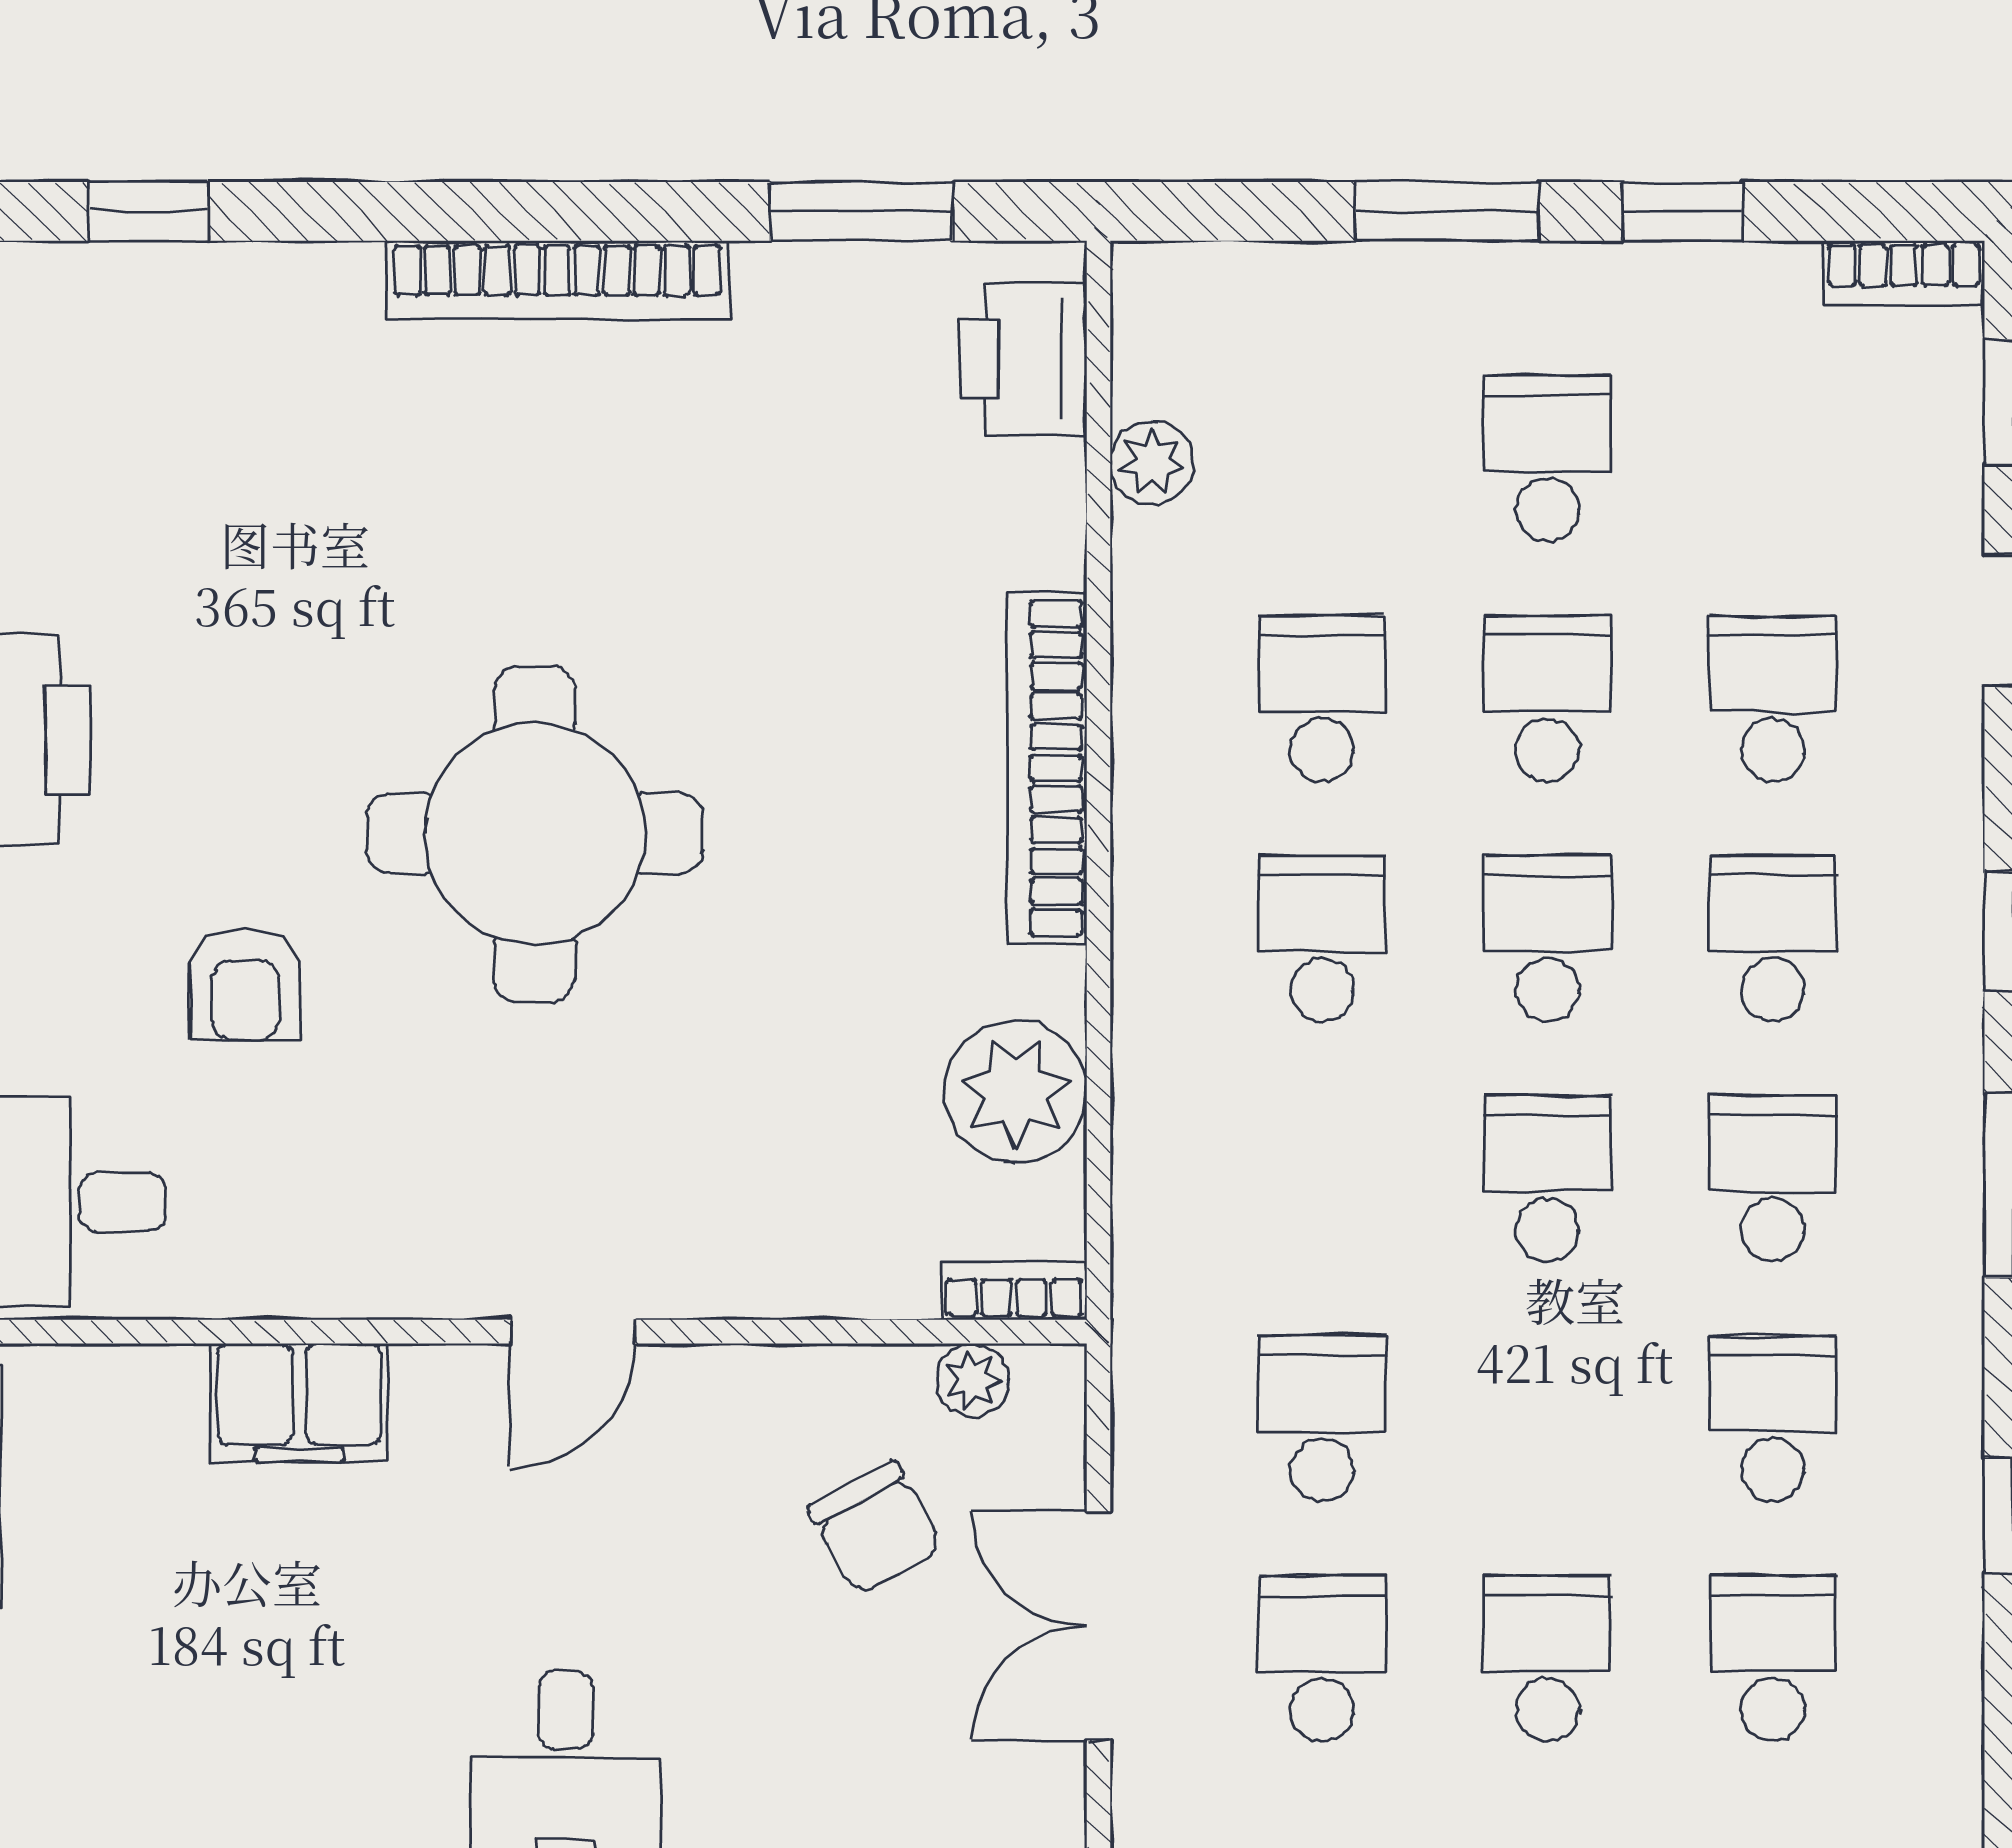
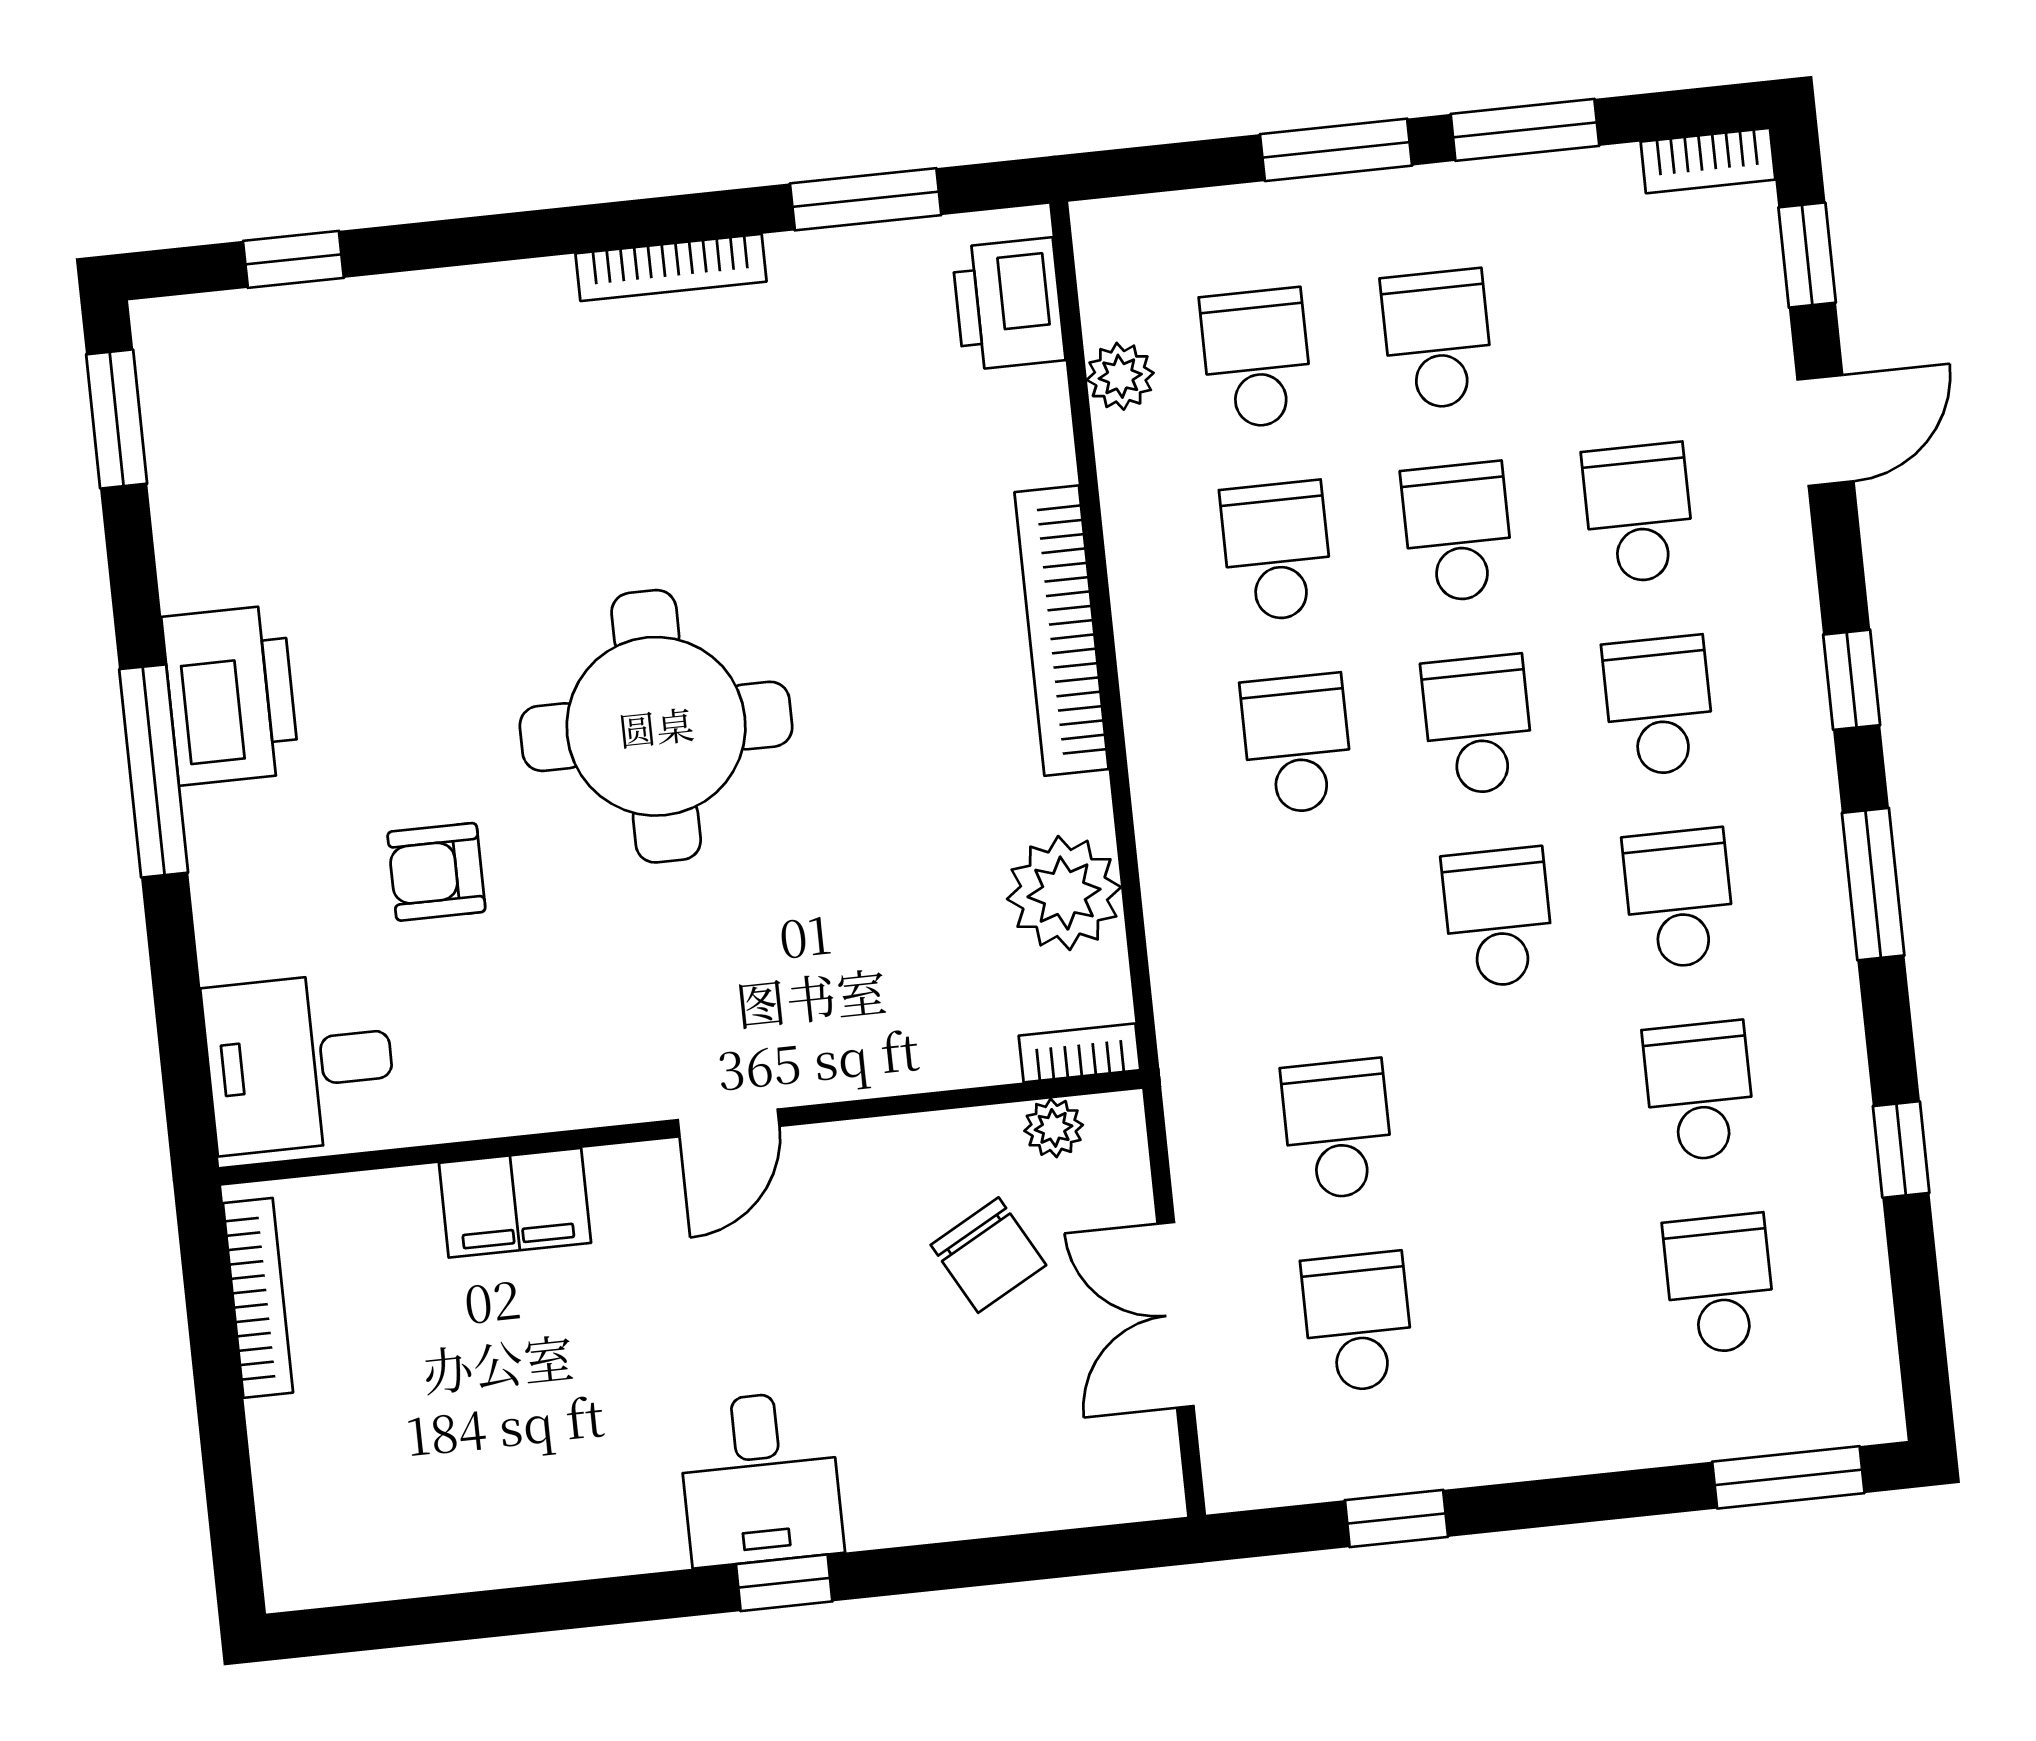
window: (1682, 211) -> (1525, 130), width x1.50
bookcase: (557, 280) -> (671, 268), width x0.68, depth x0.76
armchair: (245, 984) -> (436, 872), turned 90
school desk: (1547, 1658) -> (1256, 359), moved

